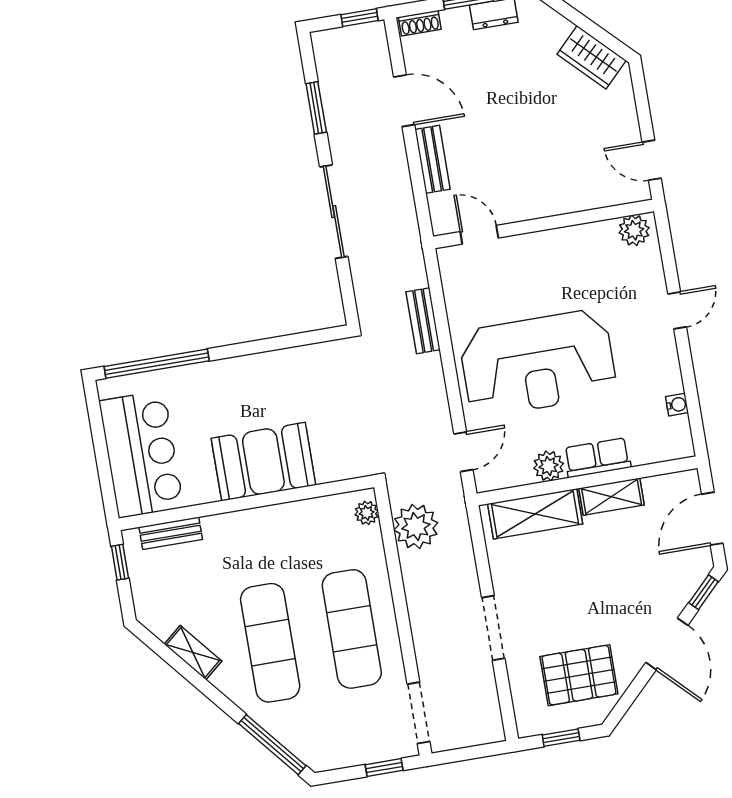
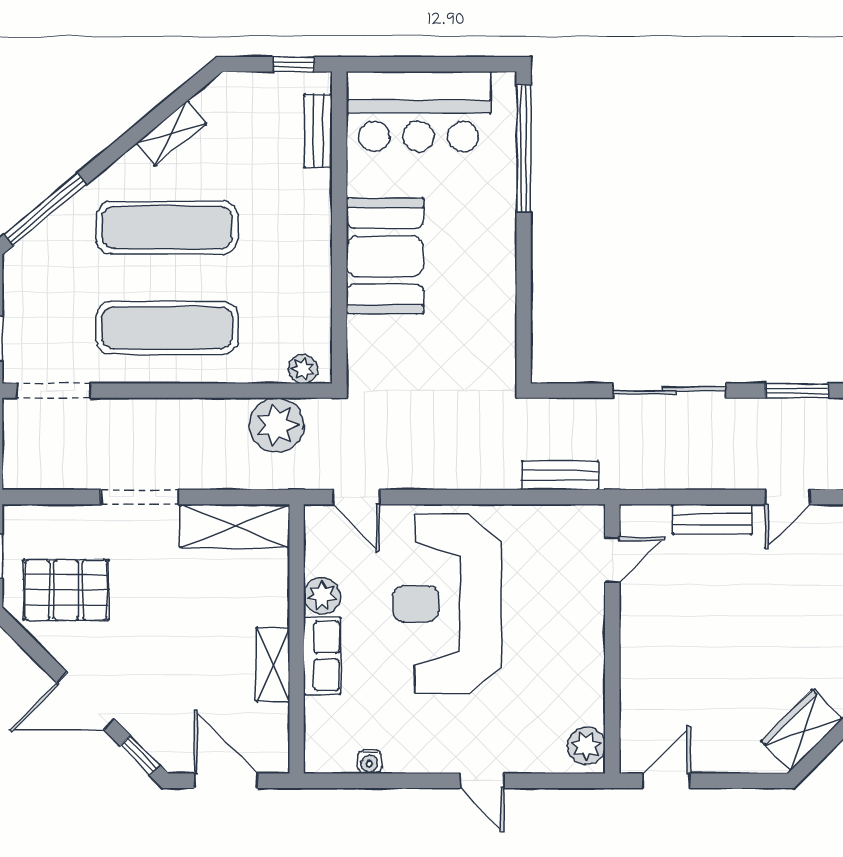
door: (404, 101) -> (788, 497), width x0.73
bench: (423, 321) -> (560, 475), moved
shelving: (535, 514) -> (235, 526), moved, turned 90
pallet: (579, 675) -> (66, 590), turned 90

